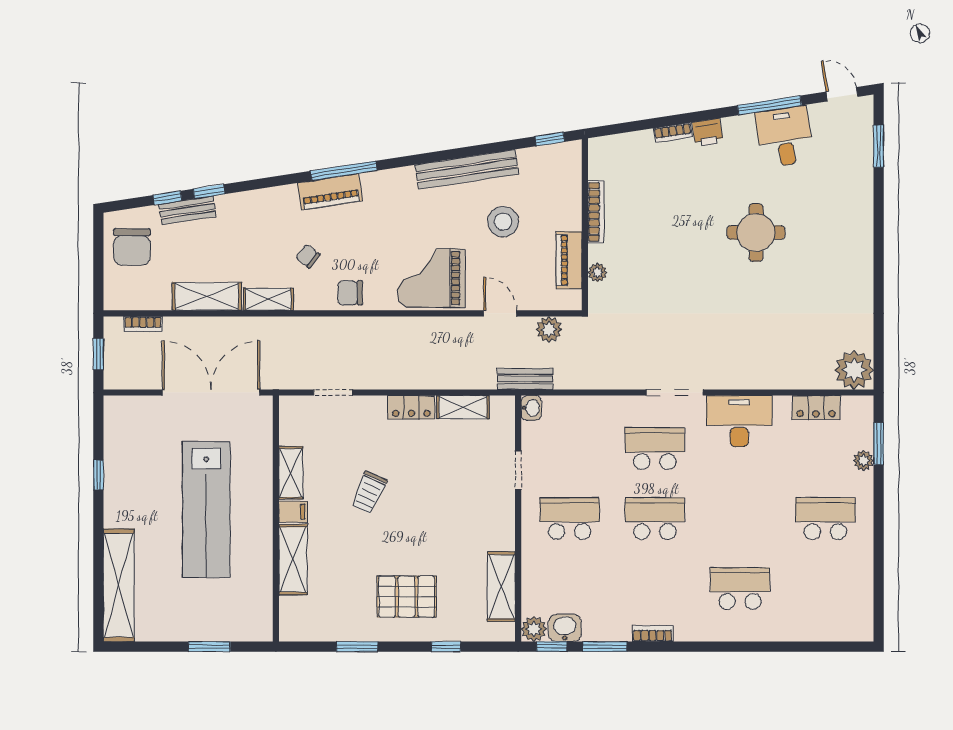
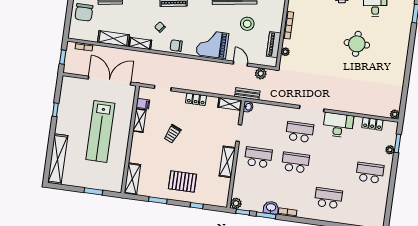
plant: (854, 370) -> (395, 114), width x0.53, depth x0.53
shelving: (463, 407) -> (230, 104), moved
filing cabinet: (293, 512) -> (143, 104), moved
shelving: (293, 560) -> (132, 179), moved
shelving: (501, 587) -> (227, 162), moved
washbasin: (565, 628) -> (271, 208), moved

